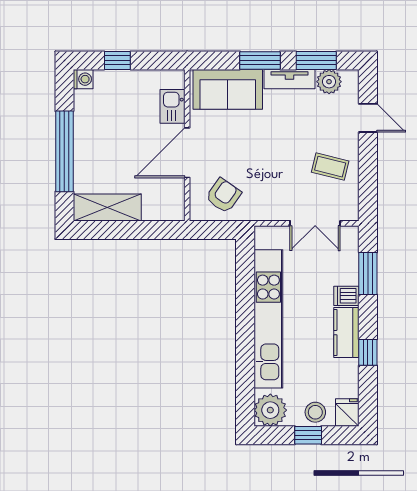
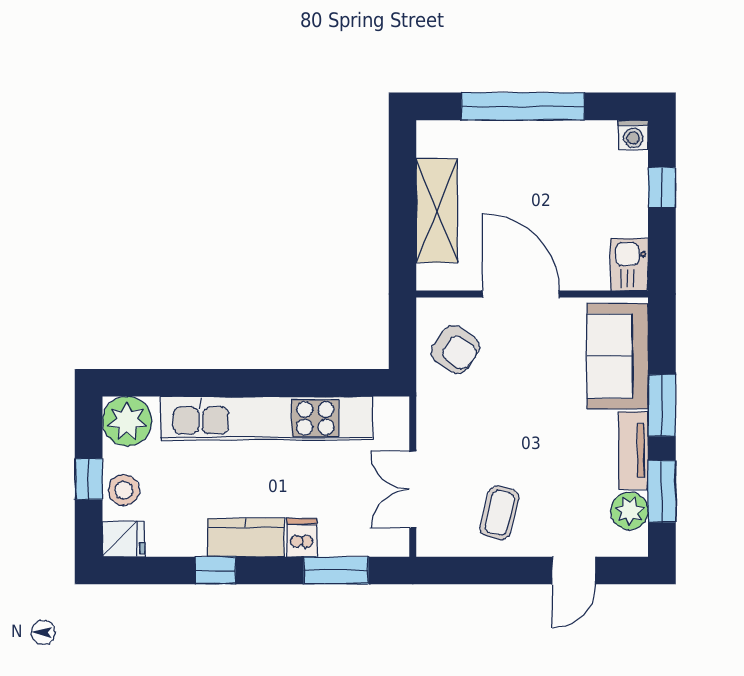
kitchen sink: (173, 106) -> (629, 265), moved, turned -90
shelving: (107, 208) -> (437, 211), moved

